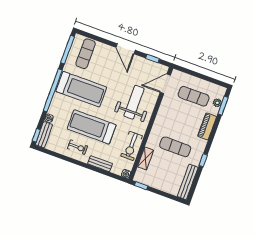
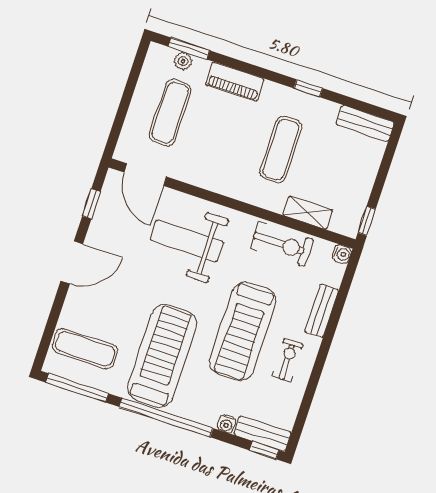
bench: (188, 182) -> (365, 123), width x0.73

